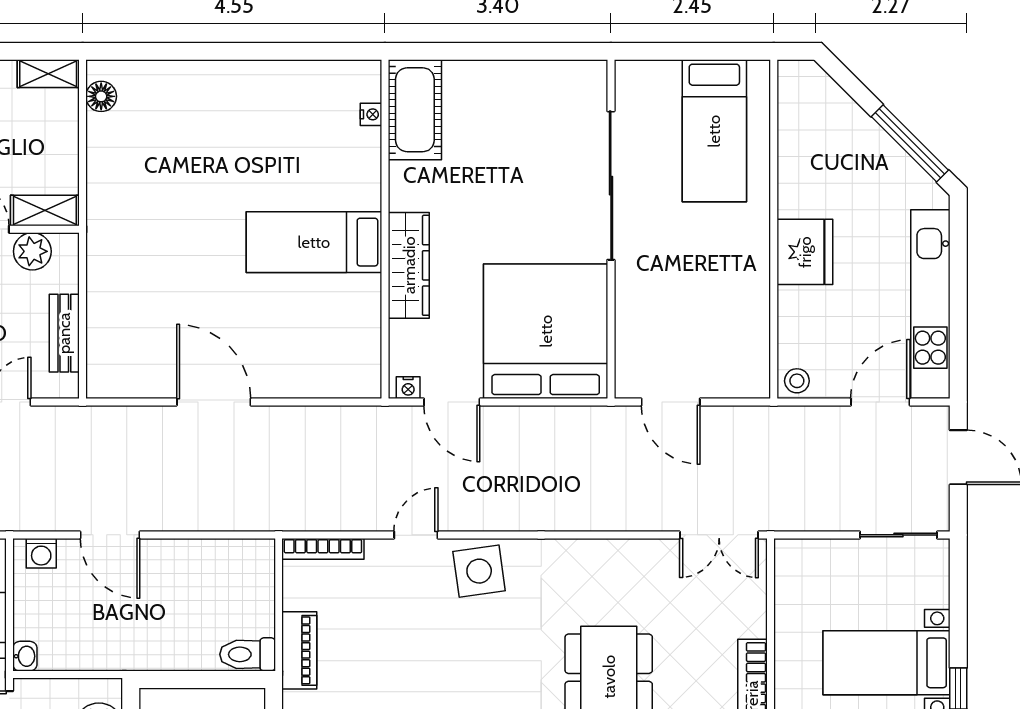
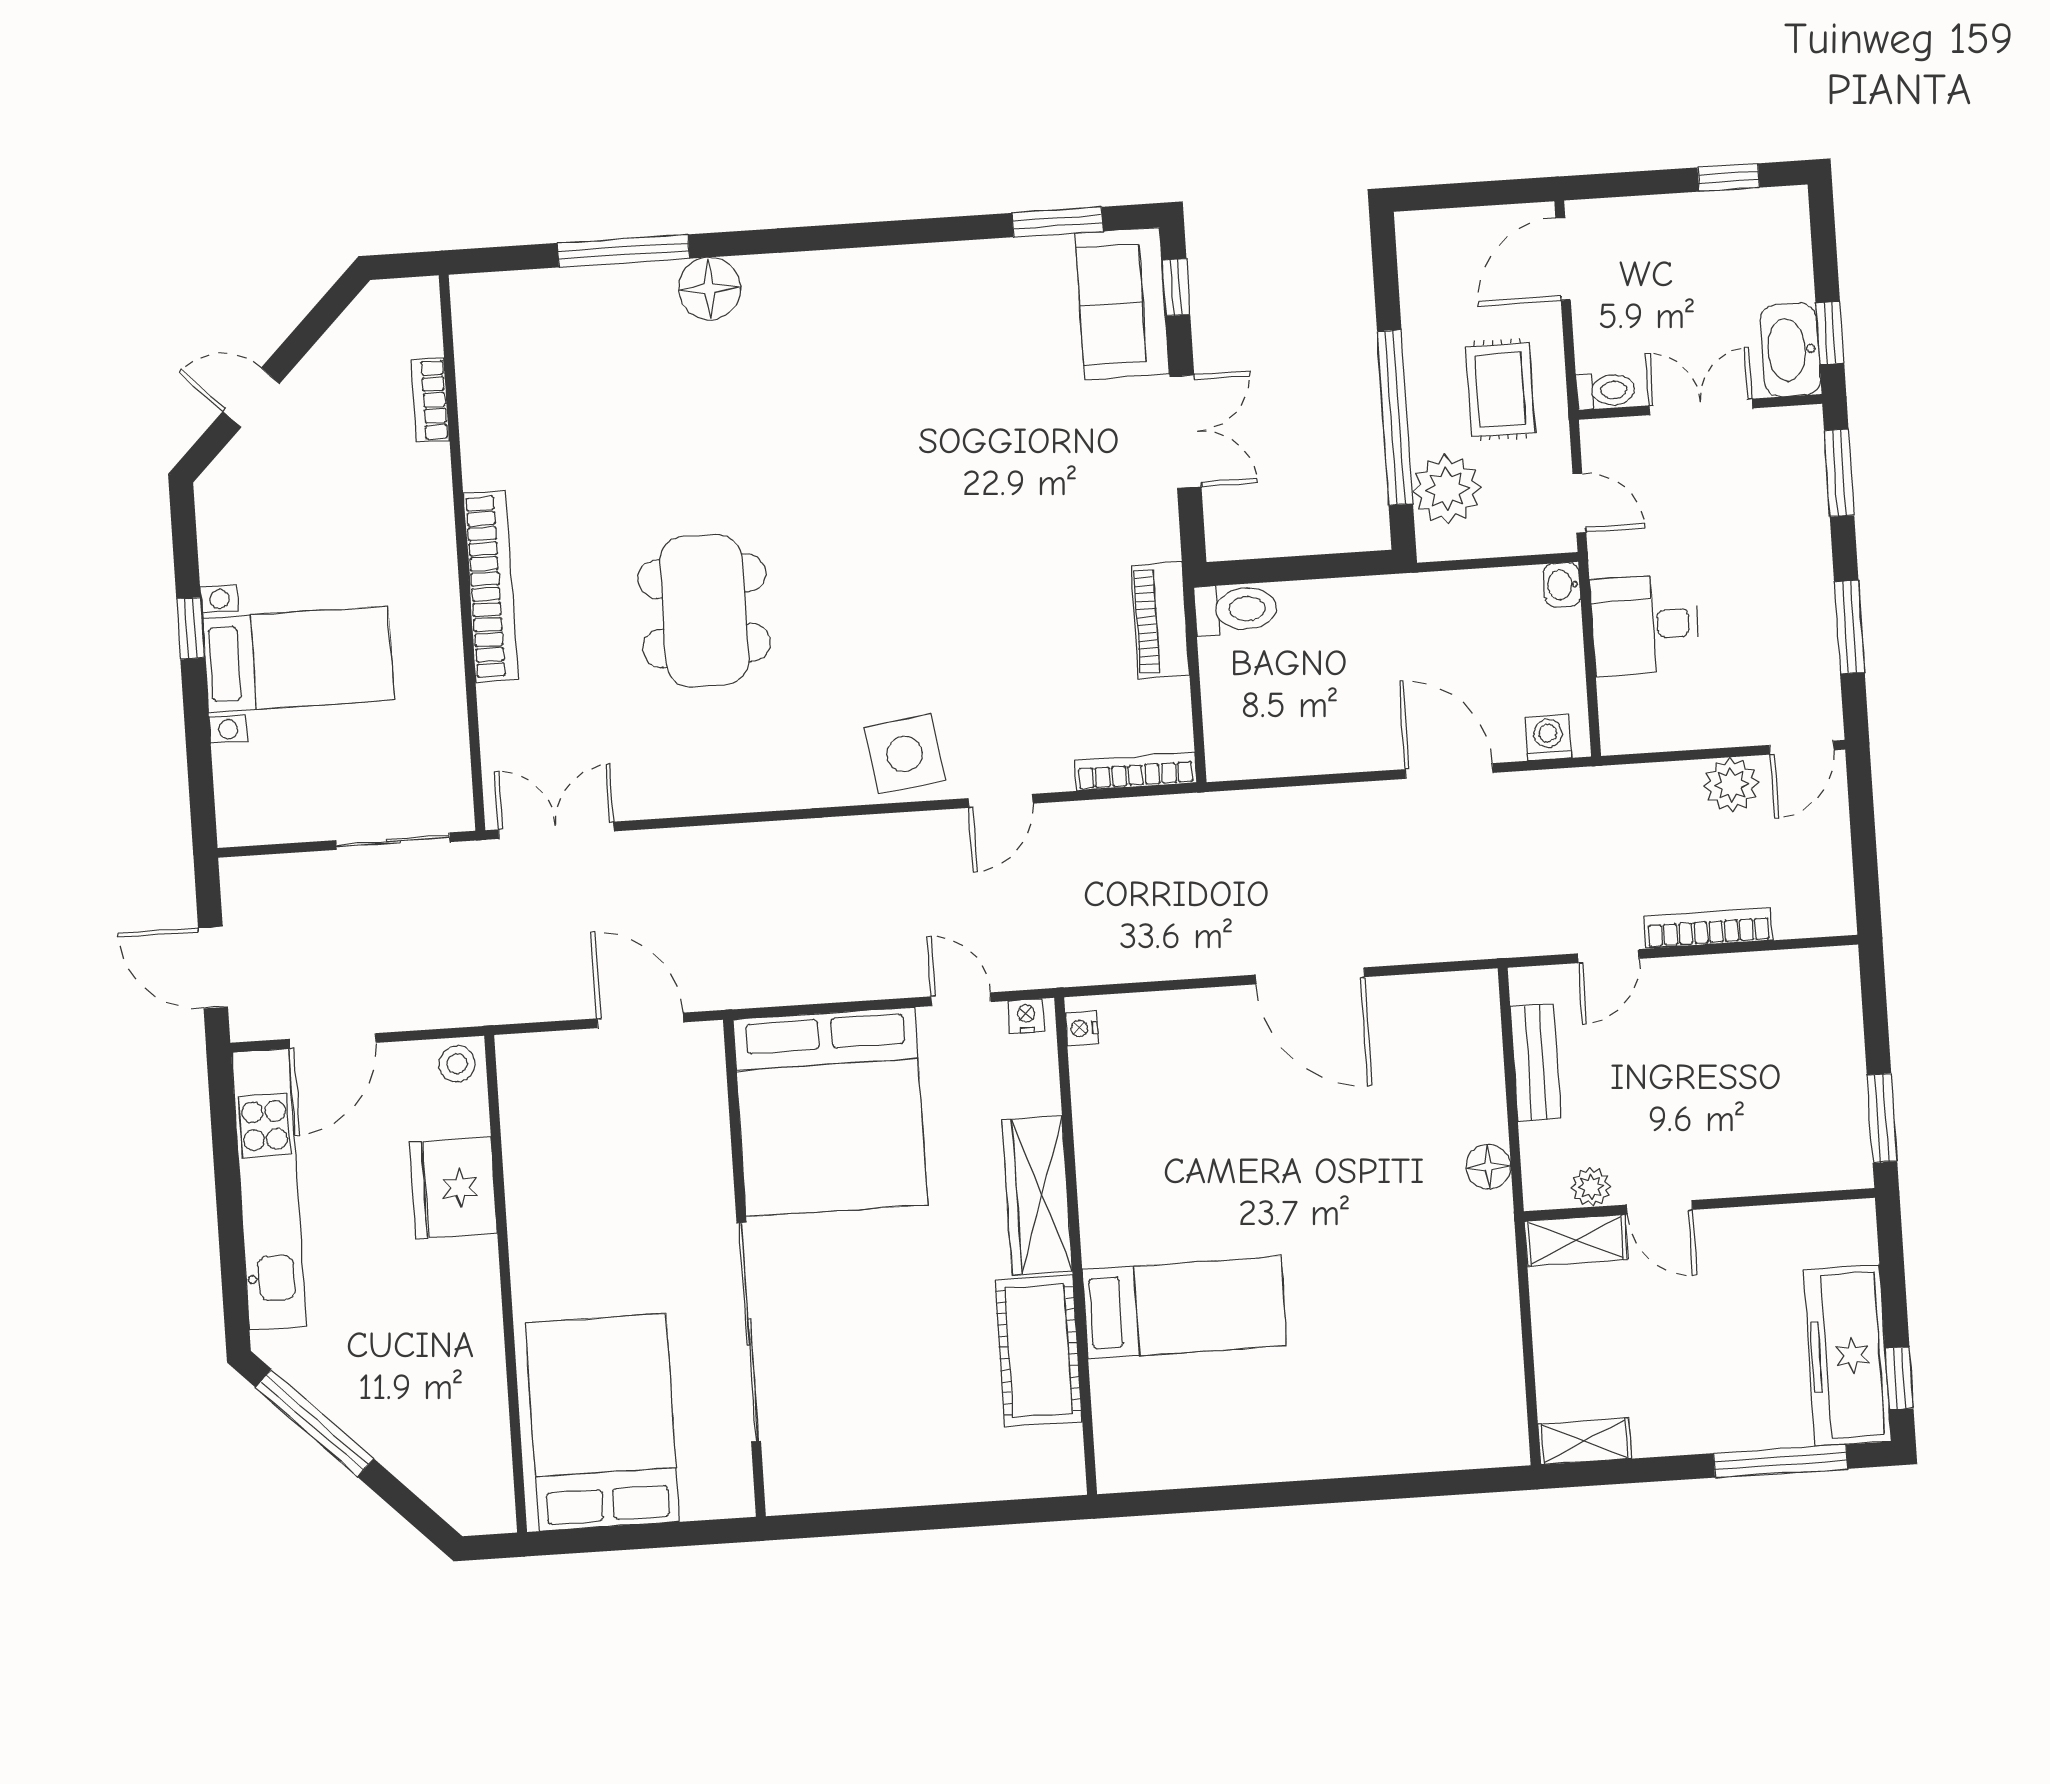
floor lamp: (101, 96) -> (1488, 1167), moved
cot: (415, 110) -> (1039, 1351), moved
nightstand: (371, 114) -> (1082, 1028), moved
bed: (714, 131) -> (602, 1422), width x1.50
bed: (314, 242) -> (1184, 1308), moved
plant: (32, 251) -> (1591, 1187), width x0.73, depth x0.73
fridge: (805, 252) -> (454, 1188), moved
door: (452, 402) -> (961, 999), width x0.73
sliding door: (898, 535) -> (393, 841), moved

